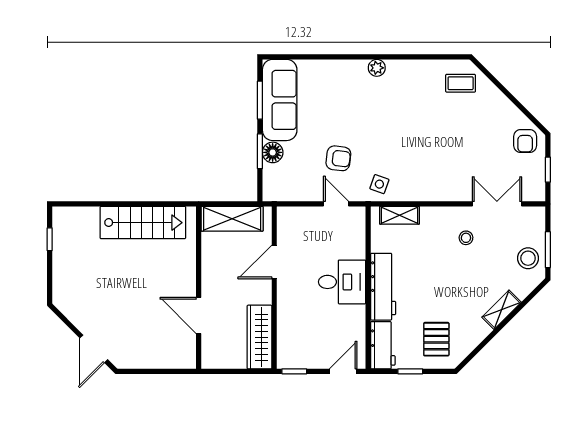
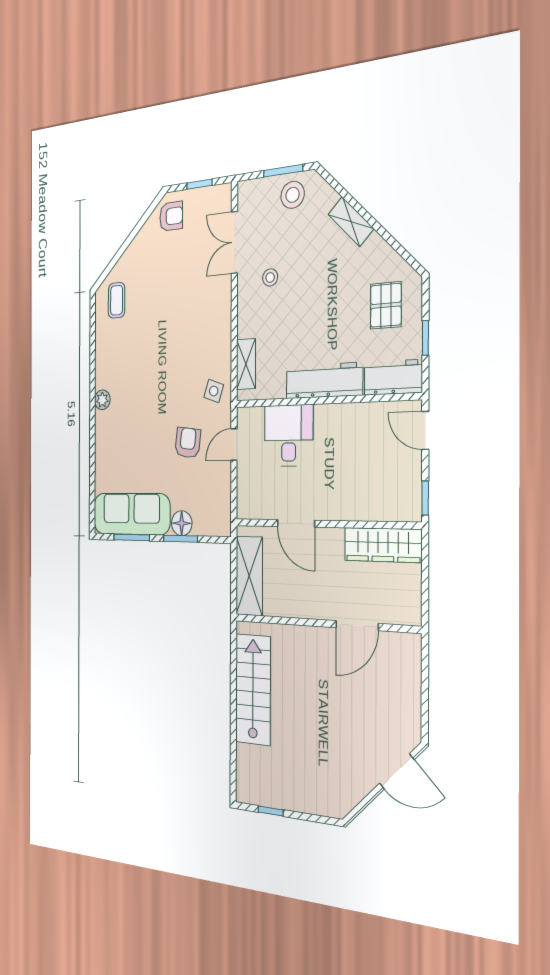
desk: (342, 282) -> (289, 435), moved
pallet: (436, 339) -> (386, 305), turned 90

